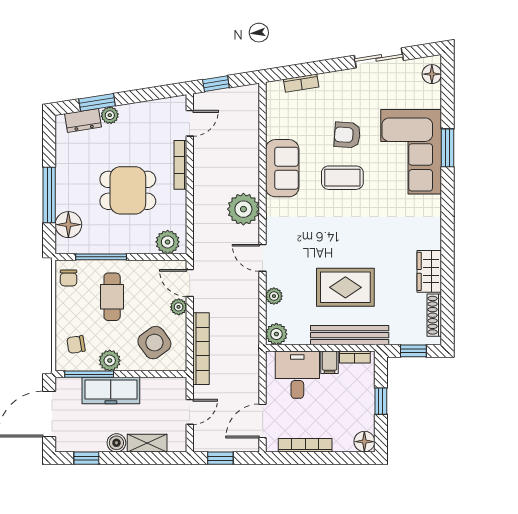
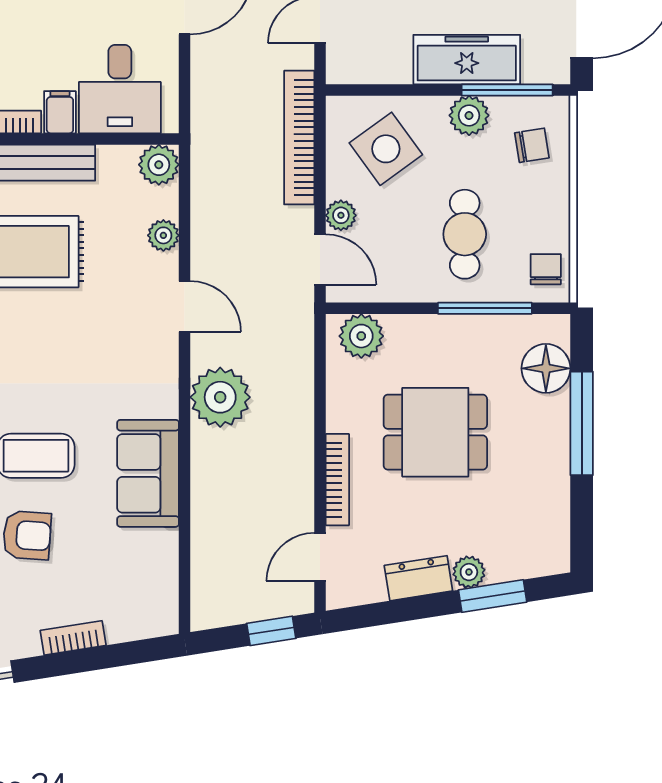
bookcase: (301, 83) -> (73, 638), moved
dresser: (83, 120) -> (418, 578), moved

